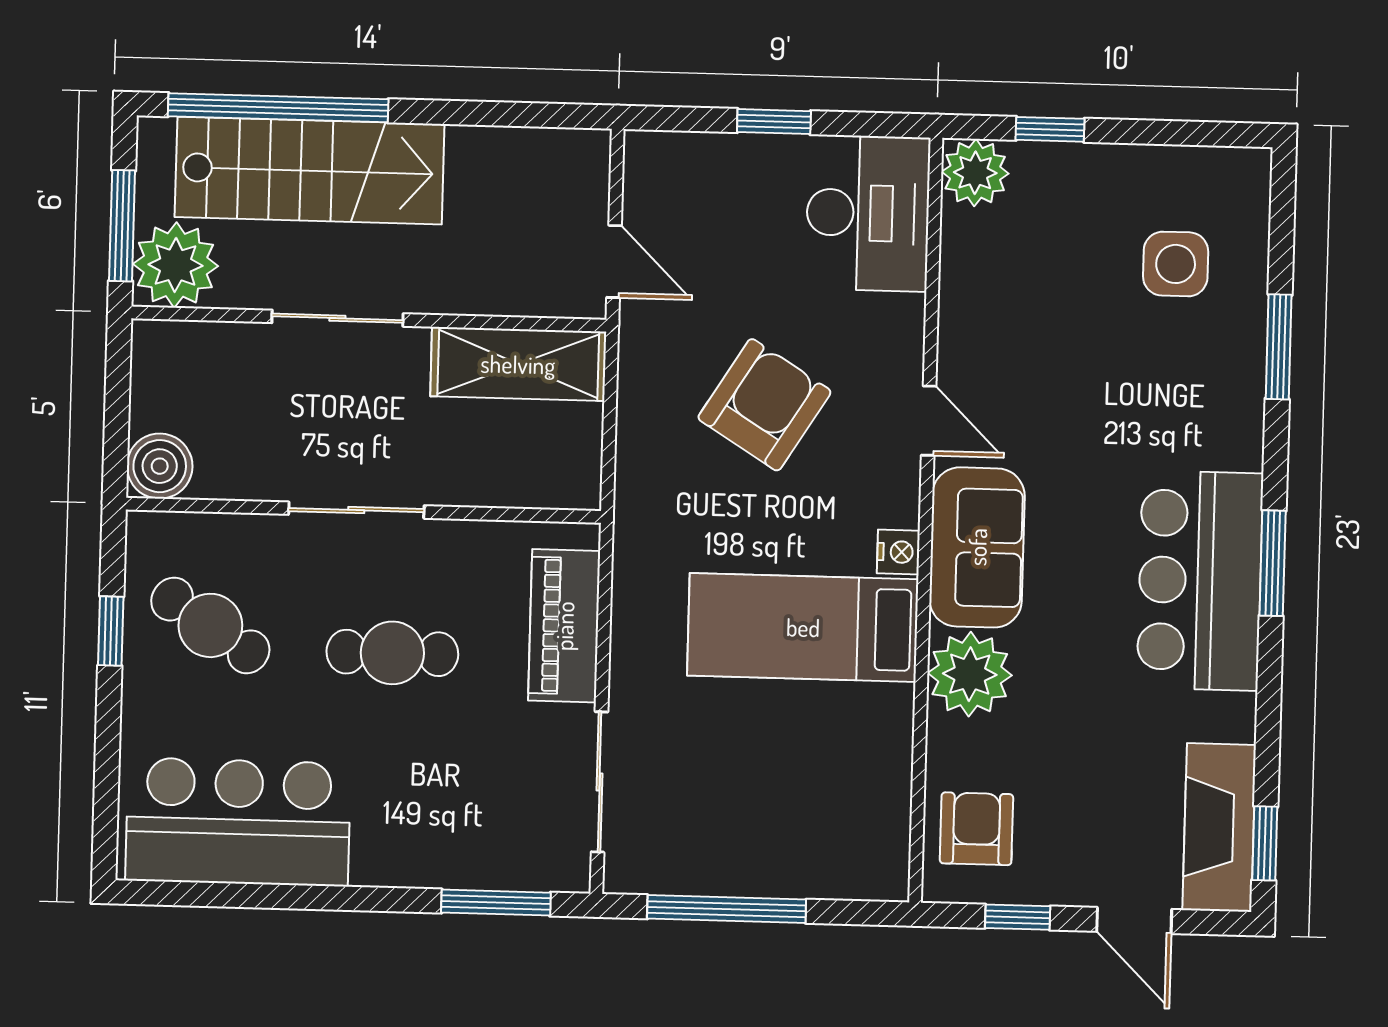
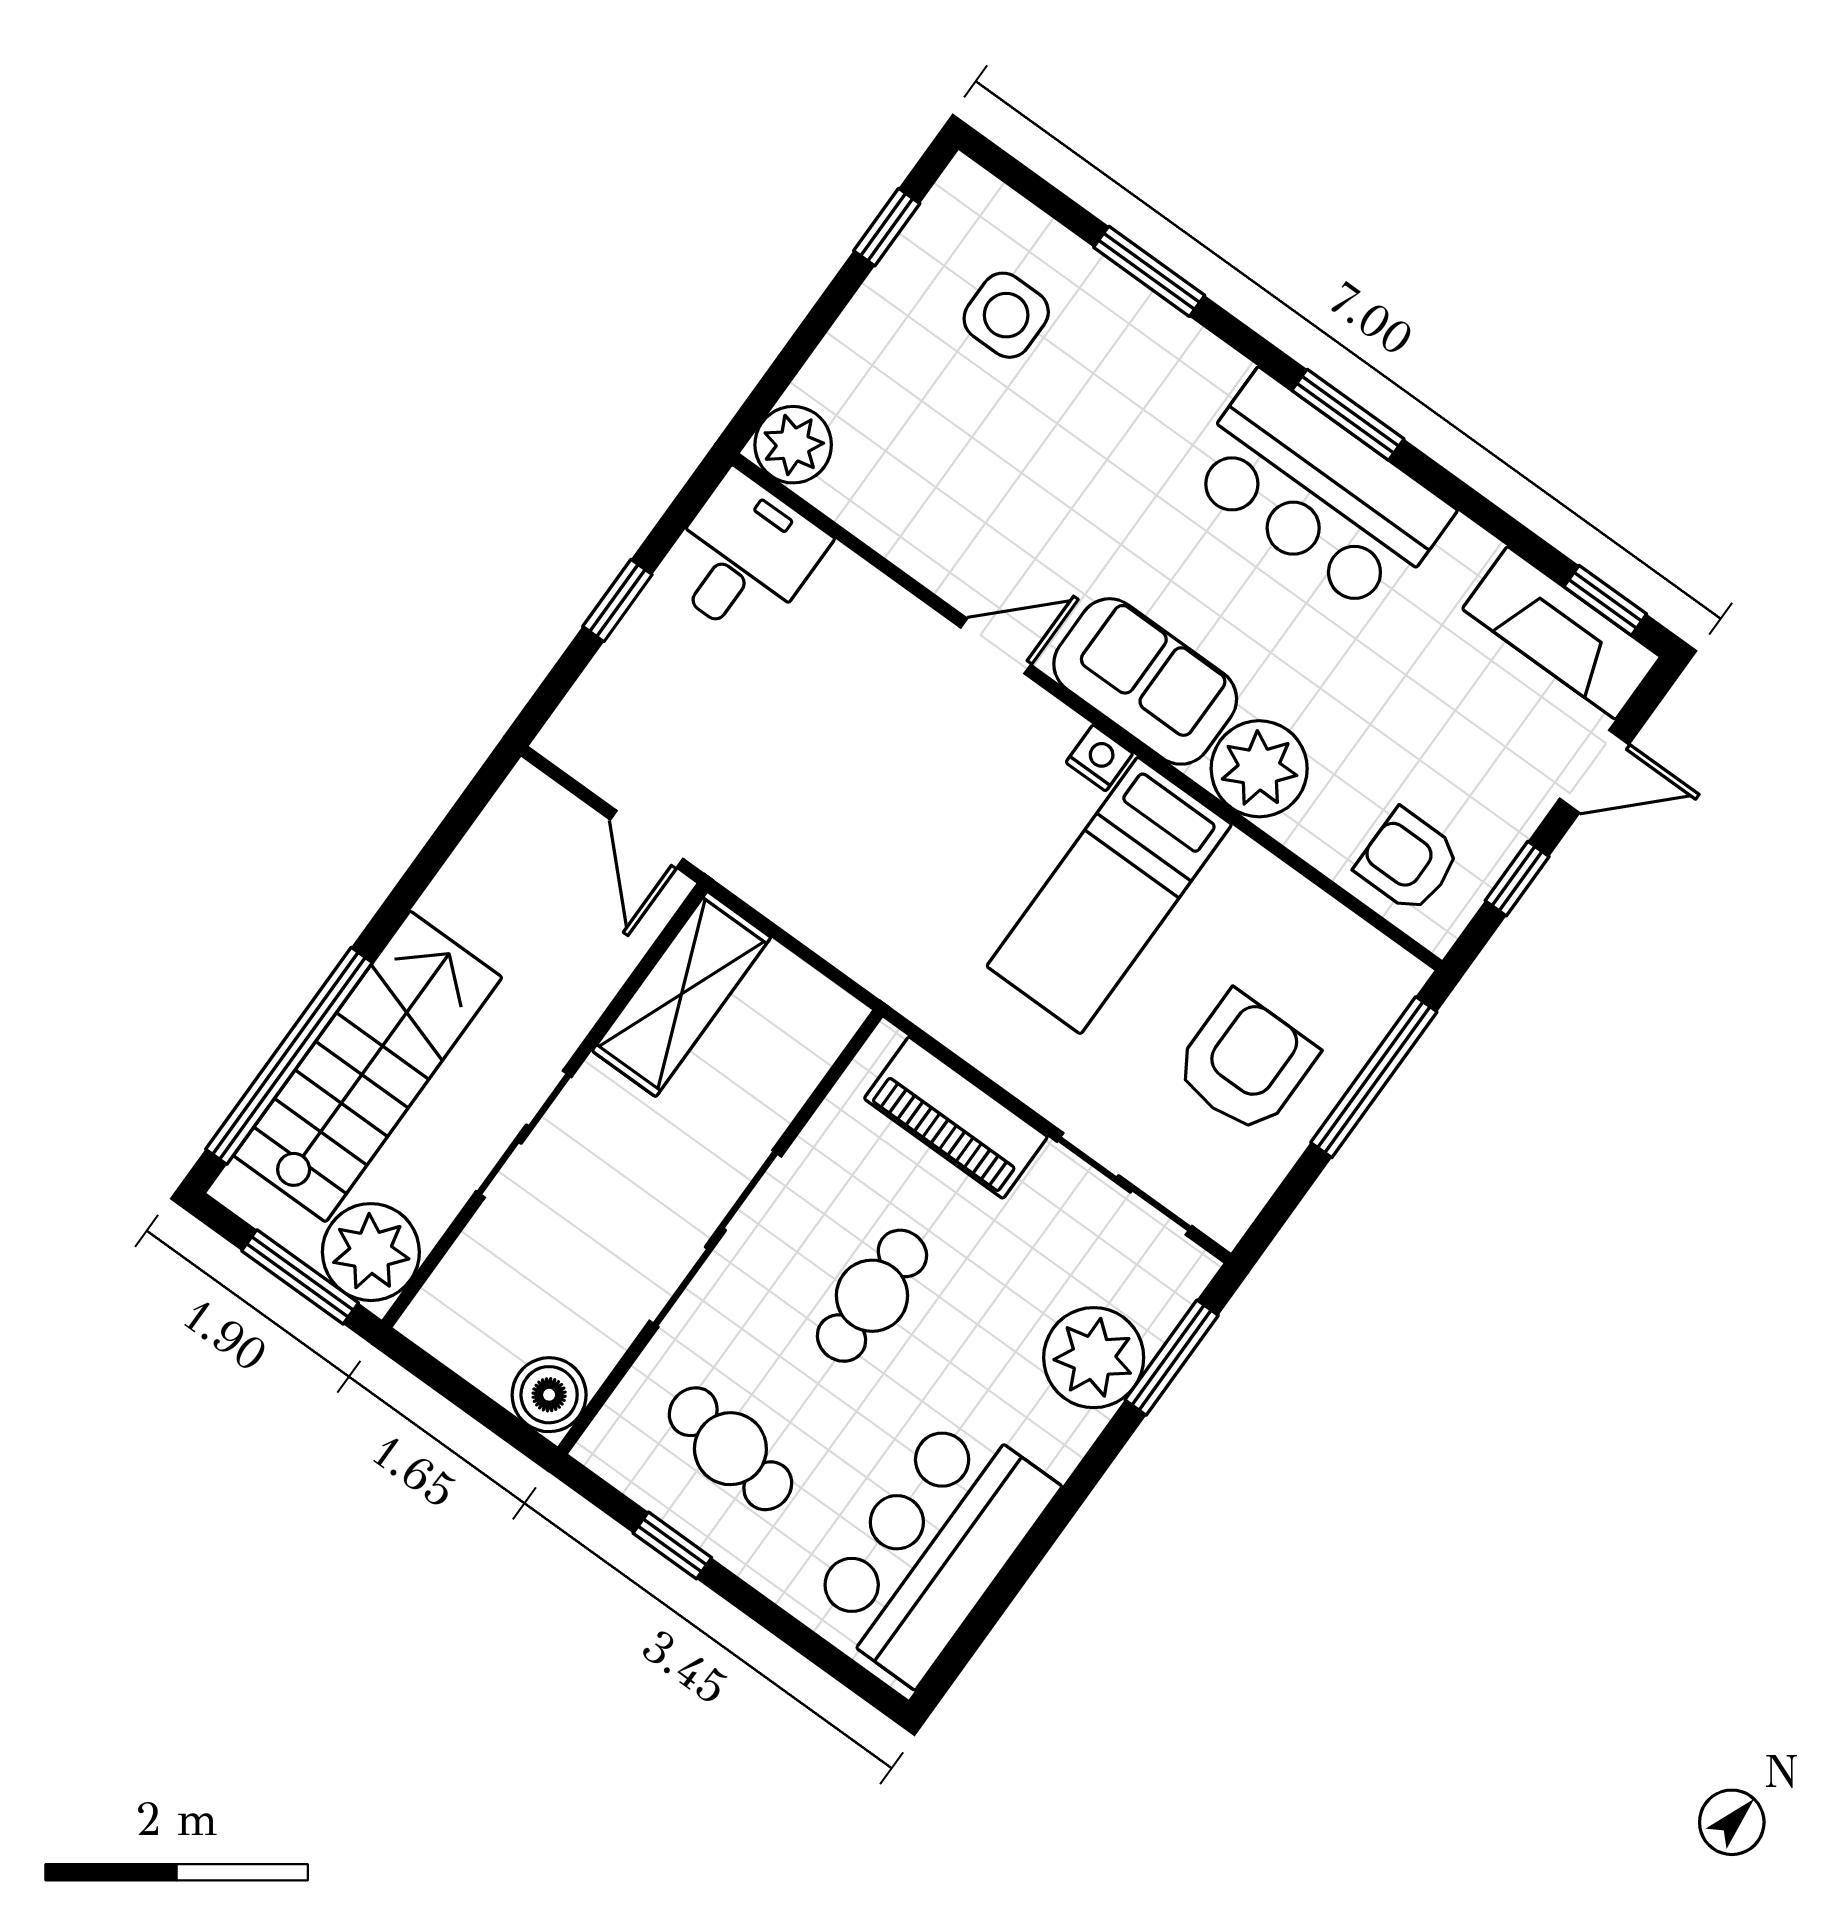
window: (1050, 129) -> (887, 227), moved
desk: (868, 213) -> (744, 557), width x0.73
door: (614, 261) -> (647, 839), swing flipped
armchair: (764, 405) -> (1245, 1063), moved, turned 58
sliding door: (356, 510) -> (715, 1239), width x1.37
cafe table: (210, 625) -> (730, 1449), turned 66
plant: (457, 846) -> (1094, 1358), added
window: (727, 909) -> (1374, 1077), moved

